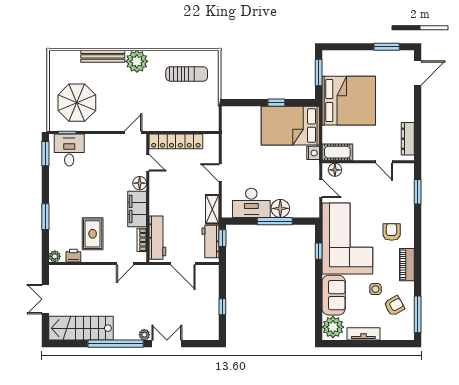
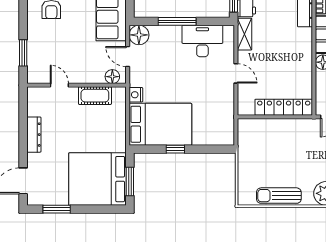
sun lounger: (187, 74) -> (279, 196), moved
bed: (349, 101) -> (97, 179), moved
dresser: (408, 139) -> (34, 135), moved
cot: (337, 152) -> (95, 96), moved
door: (148, 163) -> (314, 84), removed
floor lamp: (280, 208) -> (139, 35), moved

